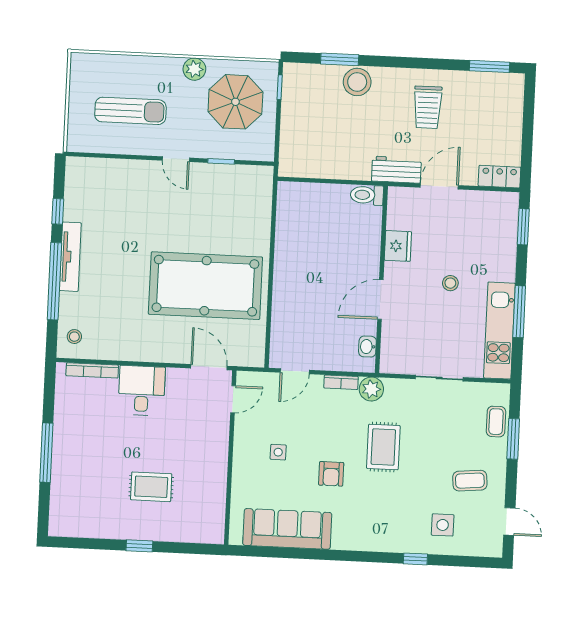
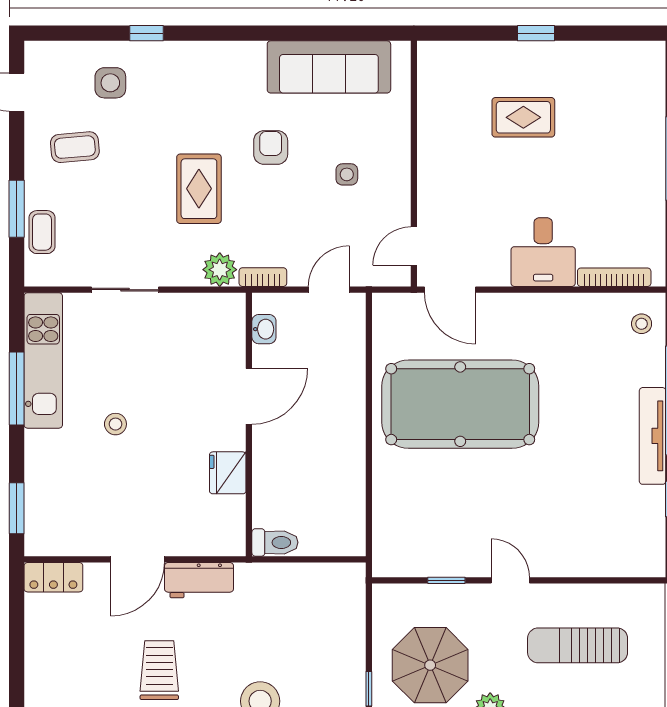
toilet: (367, 195) -> (275, 542), moved
fridge: (398, 246) -> (228, 473), moved
wall: (381, 279) -> (249, 425), moved
door: (380, 299) -> (249, 396), moved
washbasin: (367, 347) -> (264, 329), moved

